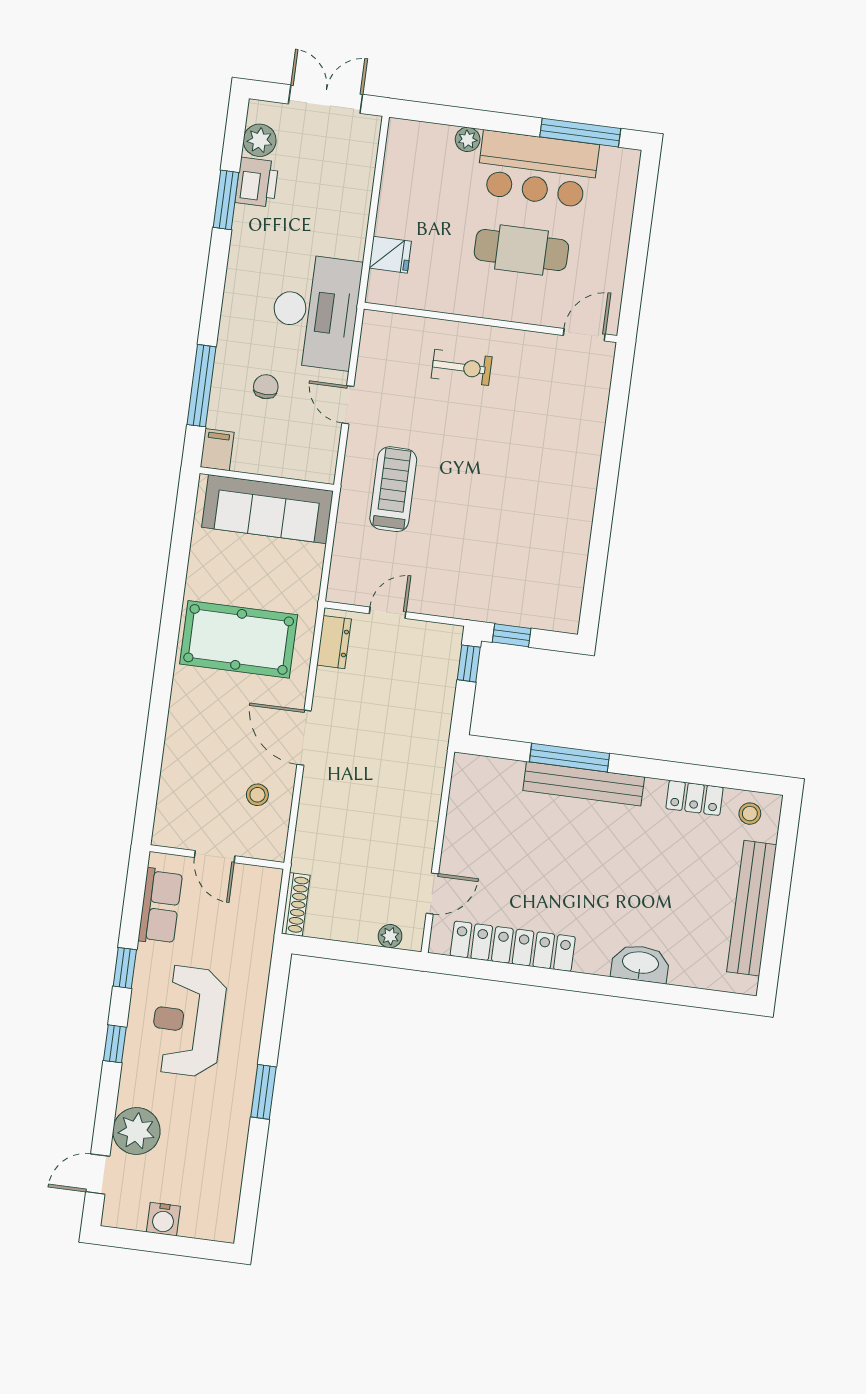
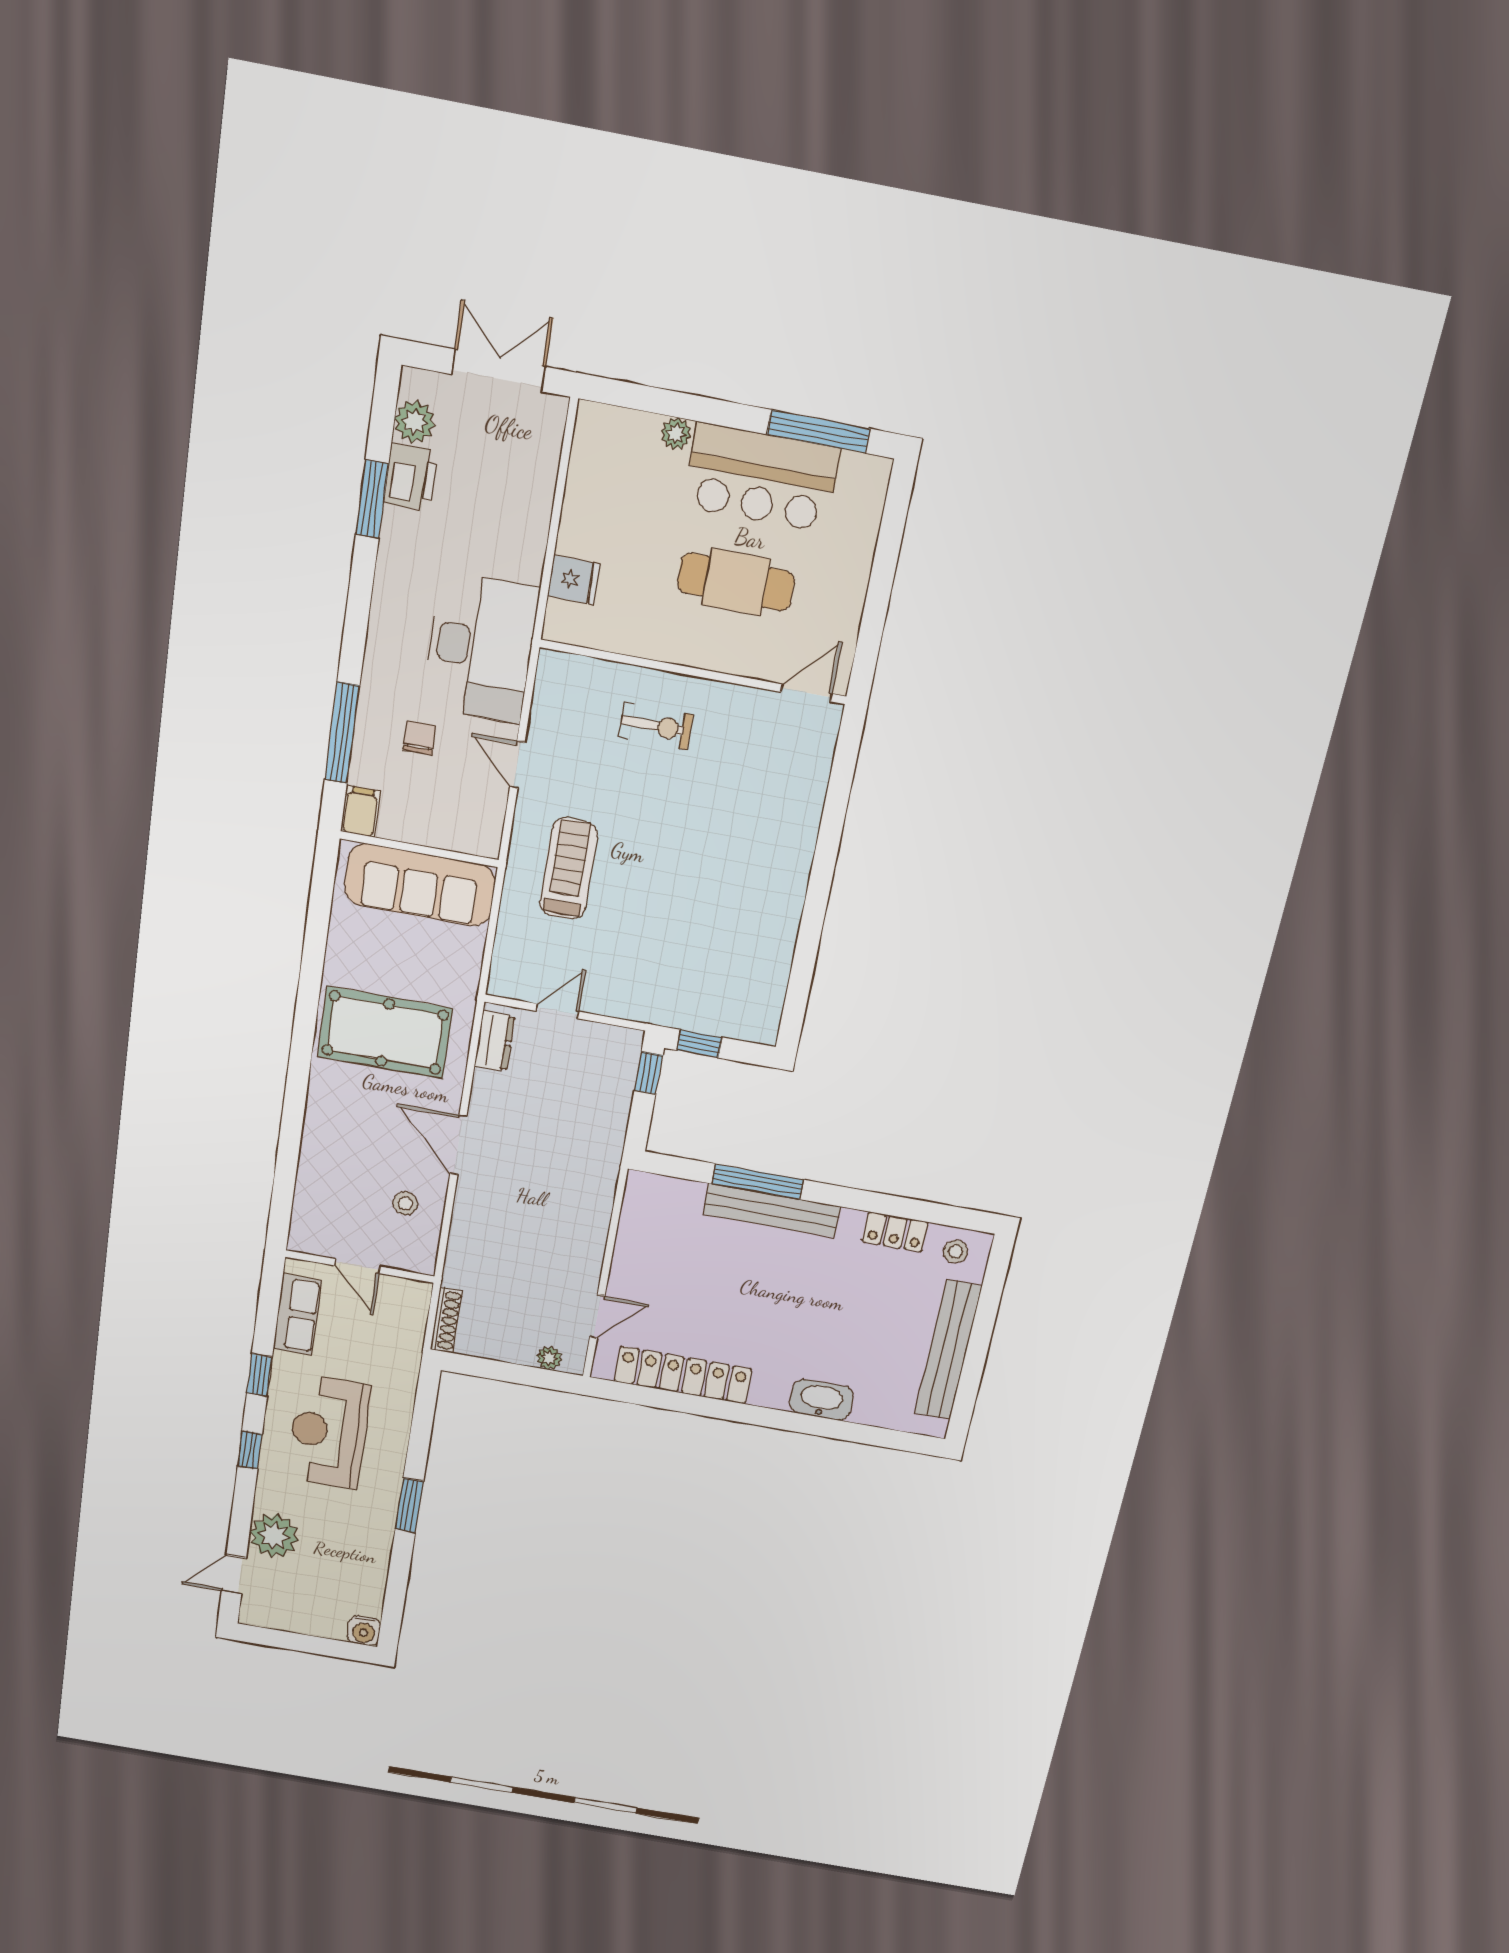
water cooler: (163, 1219) -> (364, 1631), moved

